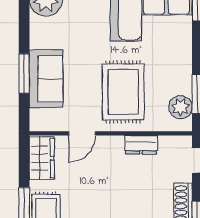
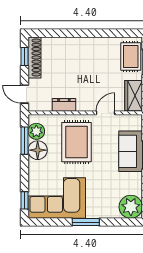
floor lamp: (179, 80) -> (38, 150), added

